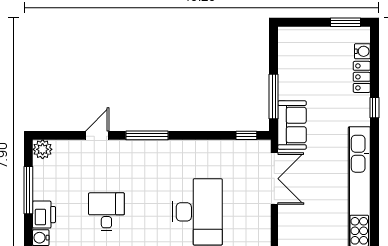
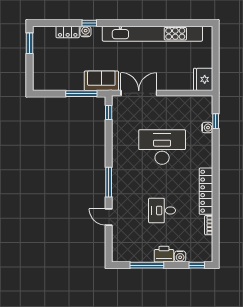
water cooler: (362, 51) -> (86, 32), moved
plant: (43, 149) -> (118, 255), removed

